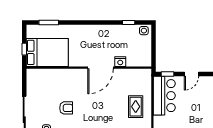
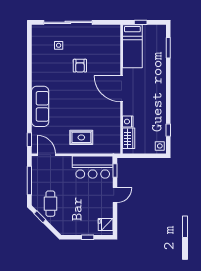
bed: (47, 52) -> (132, 46), width x0.67
wardrobe: (136, 61) -> (129, 138), added
door: (101, 68) -> (122, 89), moved
door: (191, 74) -> (115, 195), swing flipped

